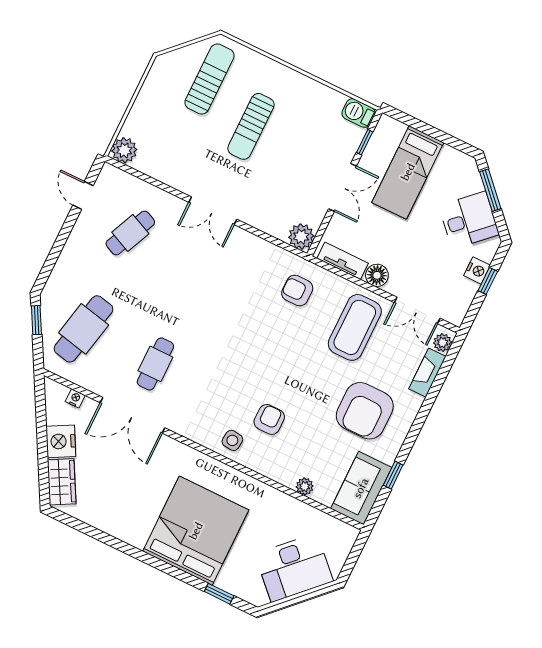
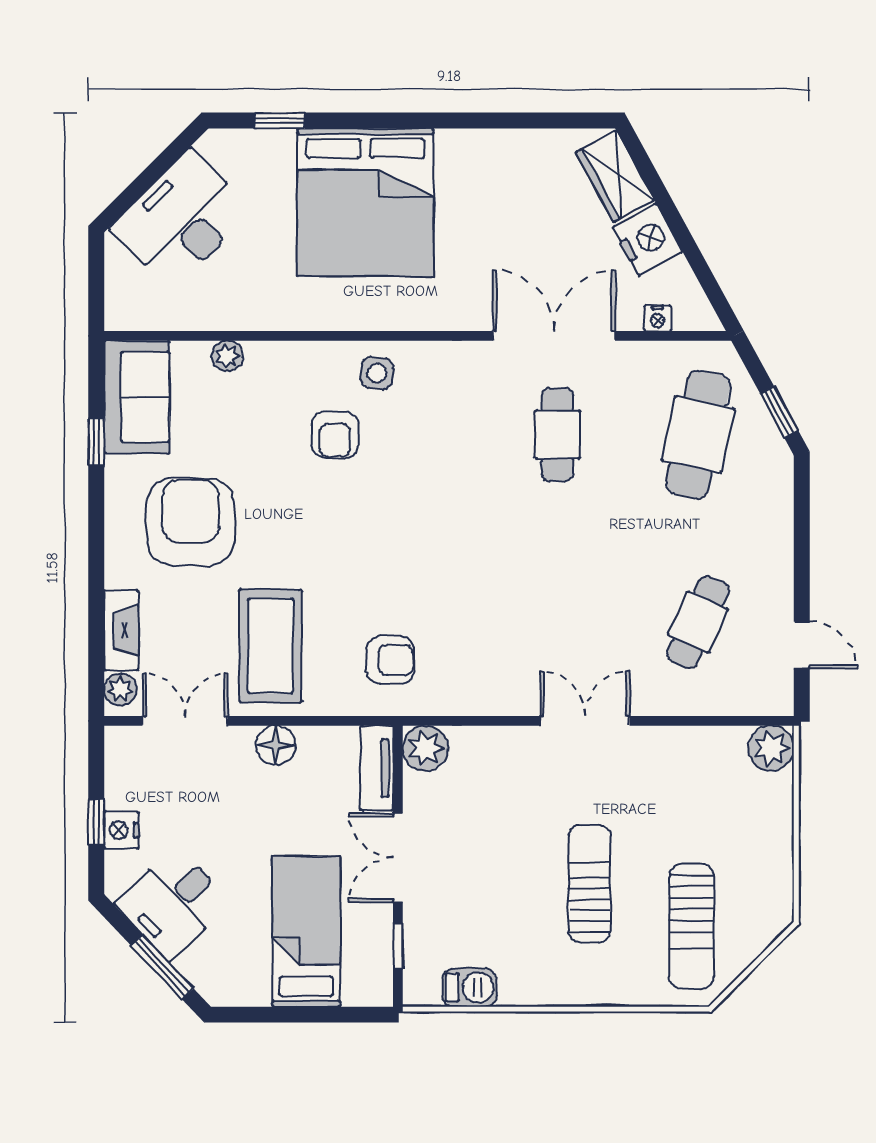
barbecue: (359, 113) -> (469, 987), moved
tv unit: (343, 261) -> (377, 768), moved, turned 90

